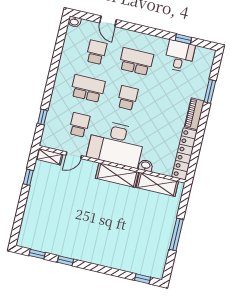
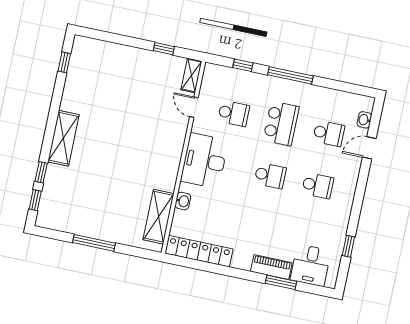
washbasin: (74, 22) -> (364, 120), moved
desk: (179, 56) -> (311, 265), moved, turned 90
school desk: (136, 62) -> (318, 186), width x0.54
window: (51, 81) -> (290, 75), added
piano: (194, 114) -> (271, 267), moved
desk: (116, 144) -> (204, 161), width x0.73, depth x0.77
shelving: (117, 175) -> (63, 138), moved
window: (65, 261) -> (41, 172), moved

